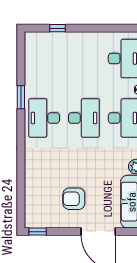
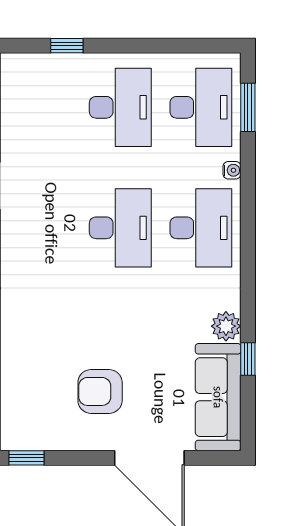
desk: (44, 118) -> (120, 107), moved, turned 180

